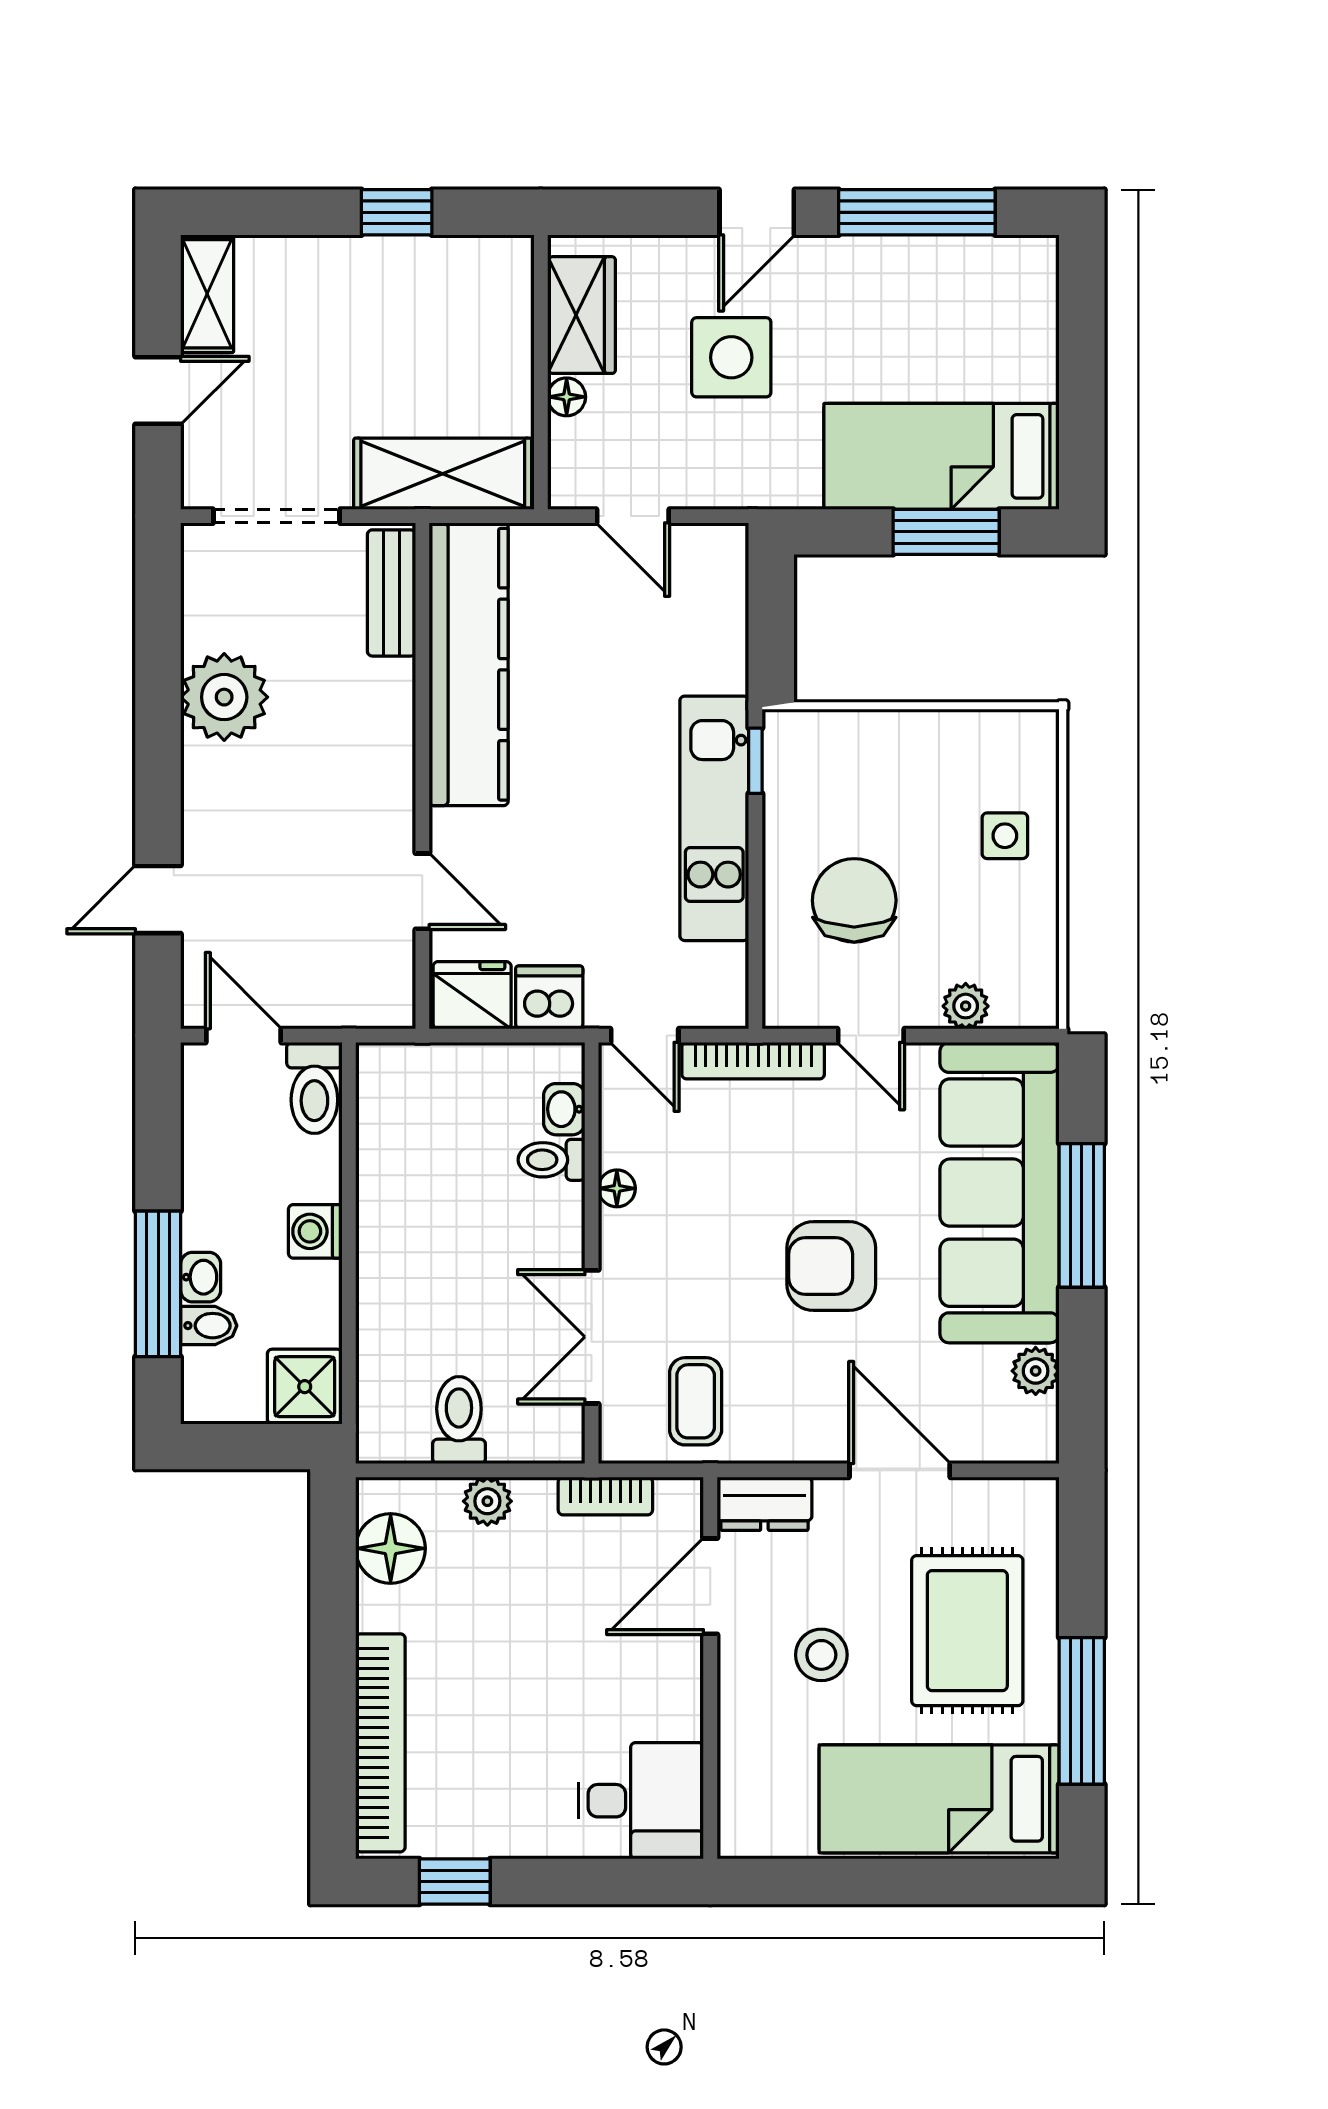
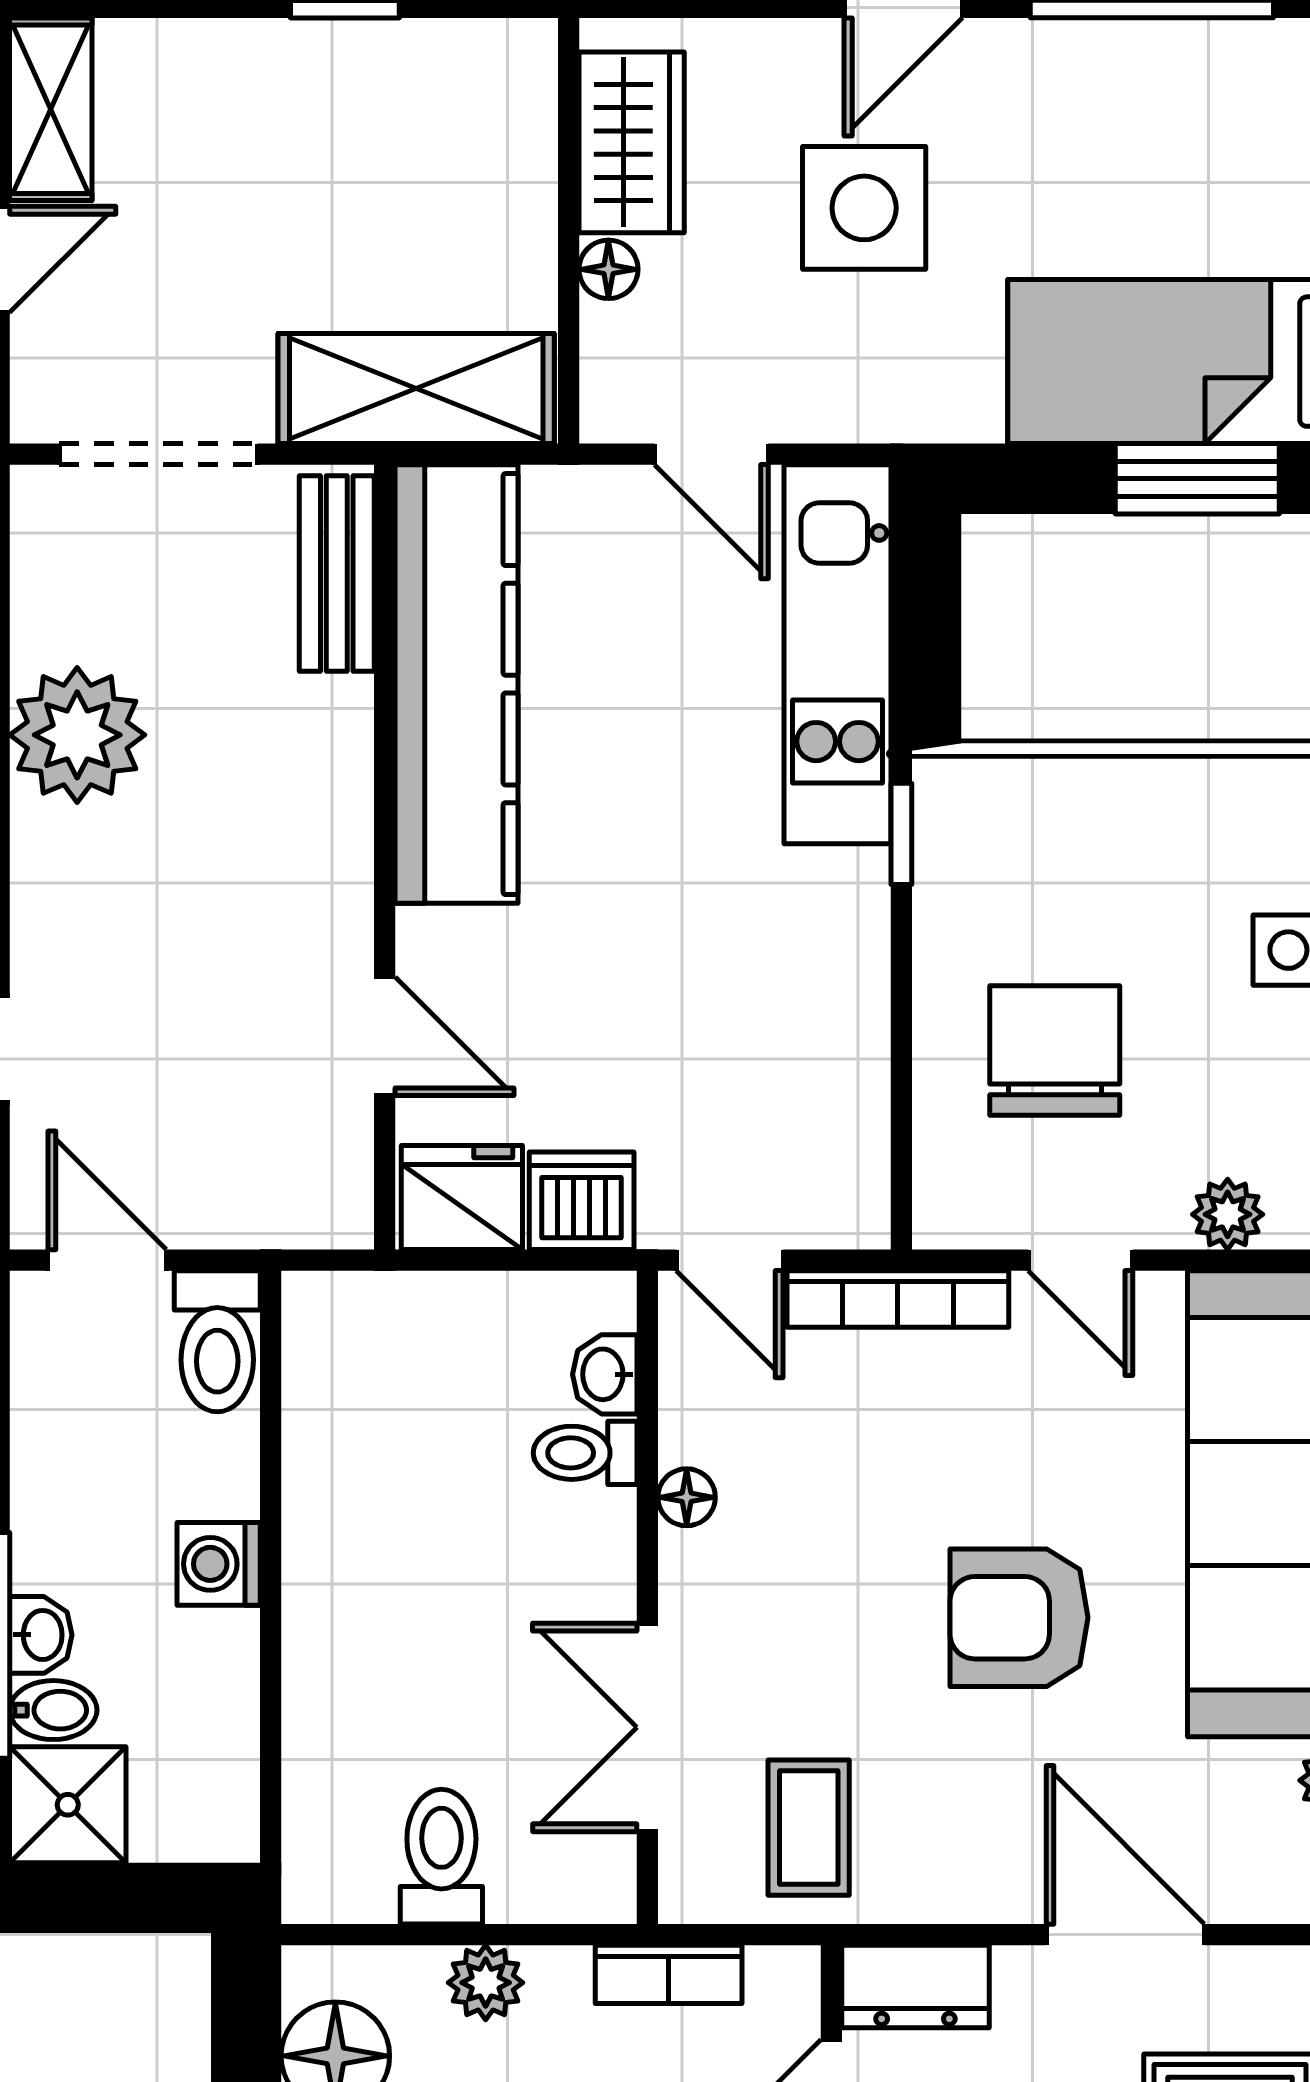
kitchen unit: (714, 818) -> (838, 654), moved
shower: (305, 1387) -> (68, 1805), moved

